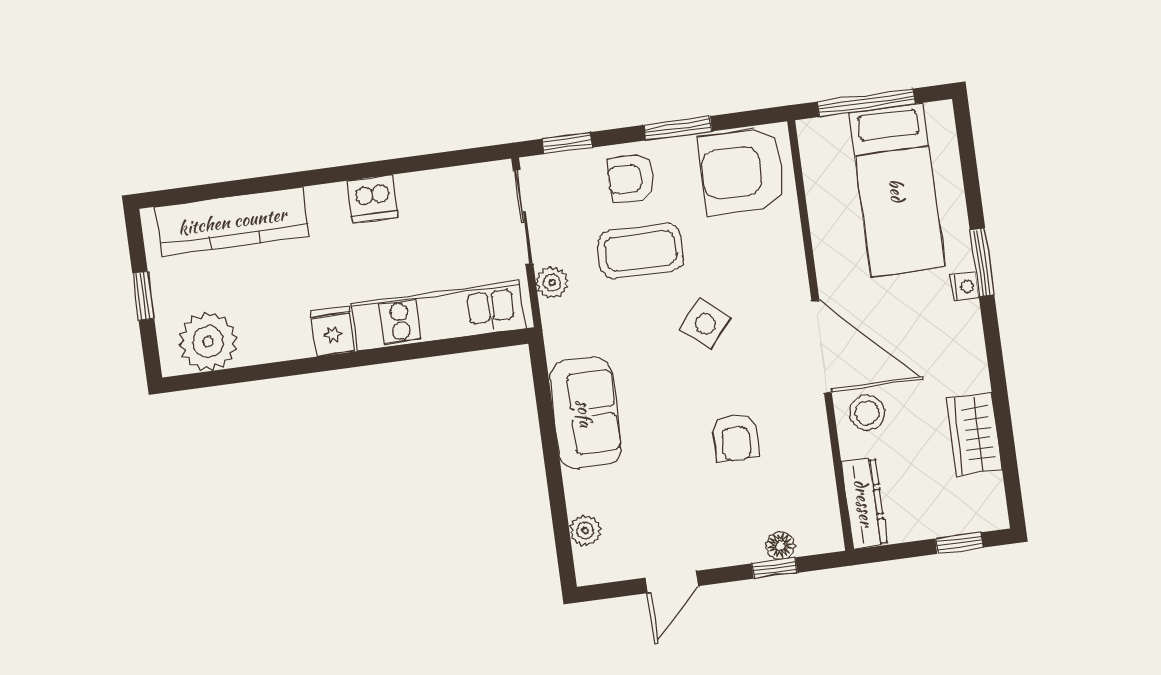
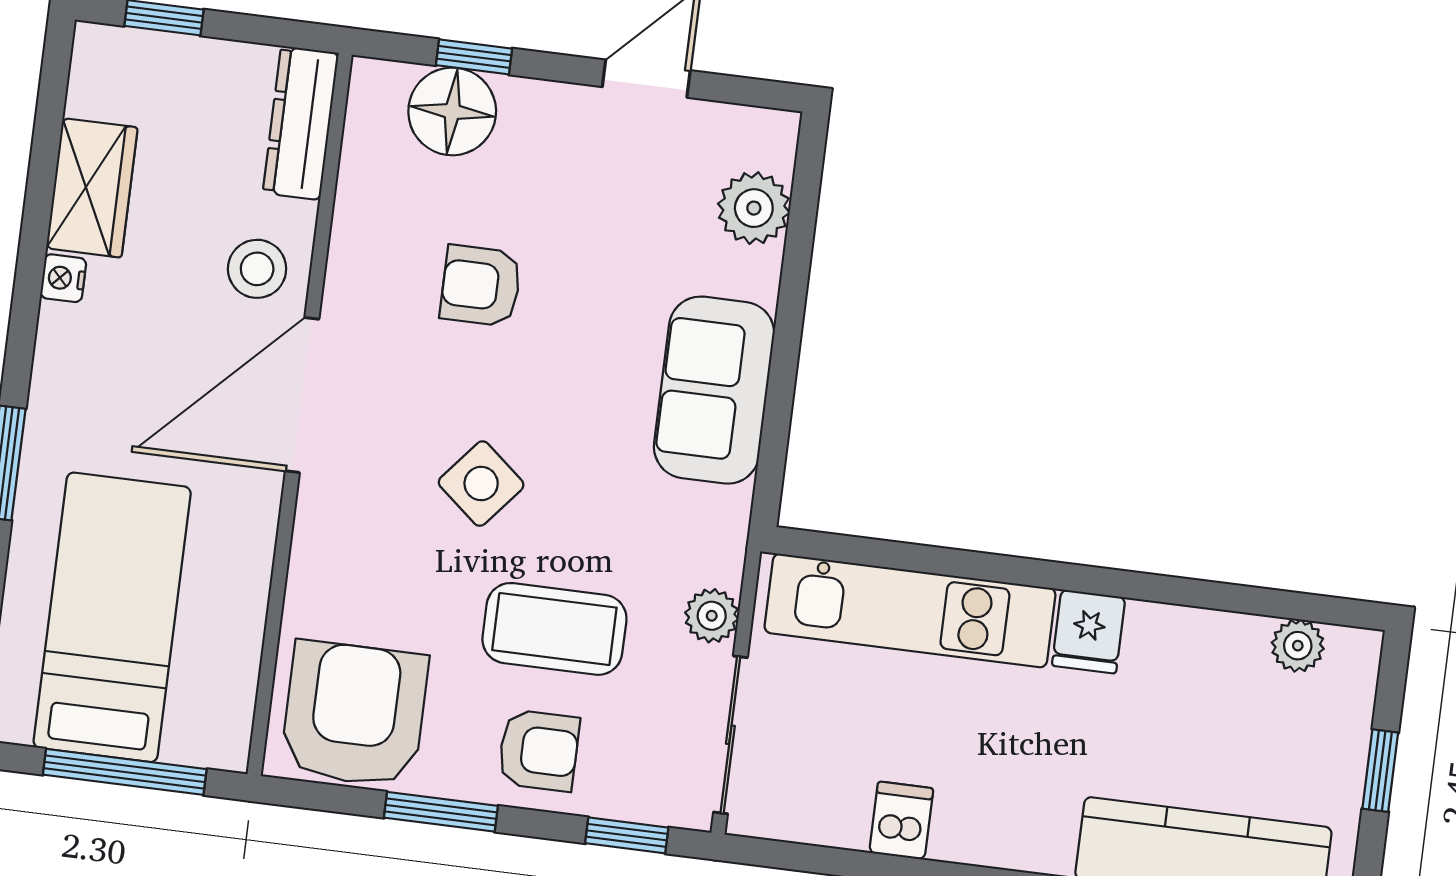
armchair: (743, 171) -> (354, 714), turned -90
dishwasher: (373, 199) -> (901, 821), moved, width x0.73
nightstand: (965, 287) -> (63, 278), moved
plant: (208, 342) -> (1298, 646), width x0.53, depth x0.53
door: (822, 347) -> (302, 395), hinge flipped
armchair: (736, 437) -> (481, 286), turned -90
plant: (585, 530) -> (754, 208), width x1.38, depth x1.38
floor lamp: (780, 545) -> (452, 111), width x1.89, depth x1.89

